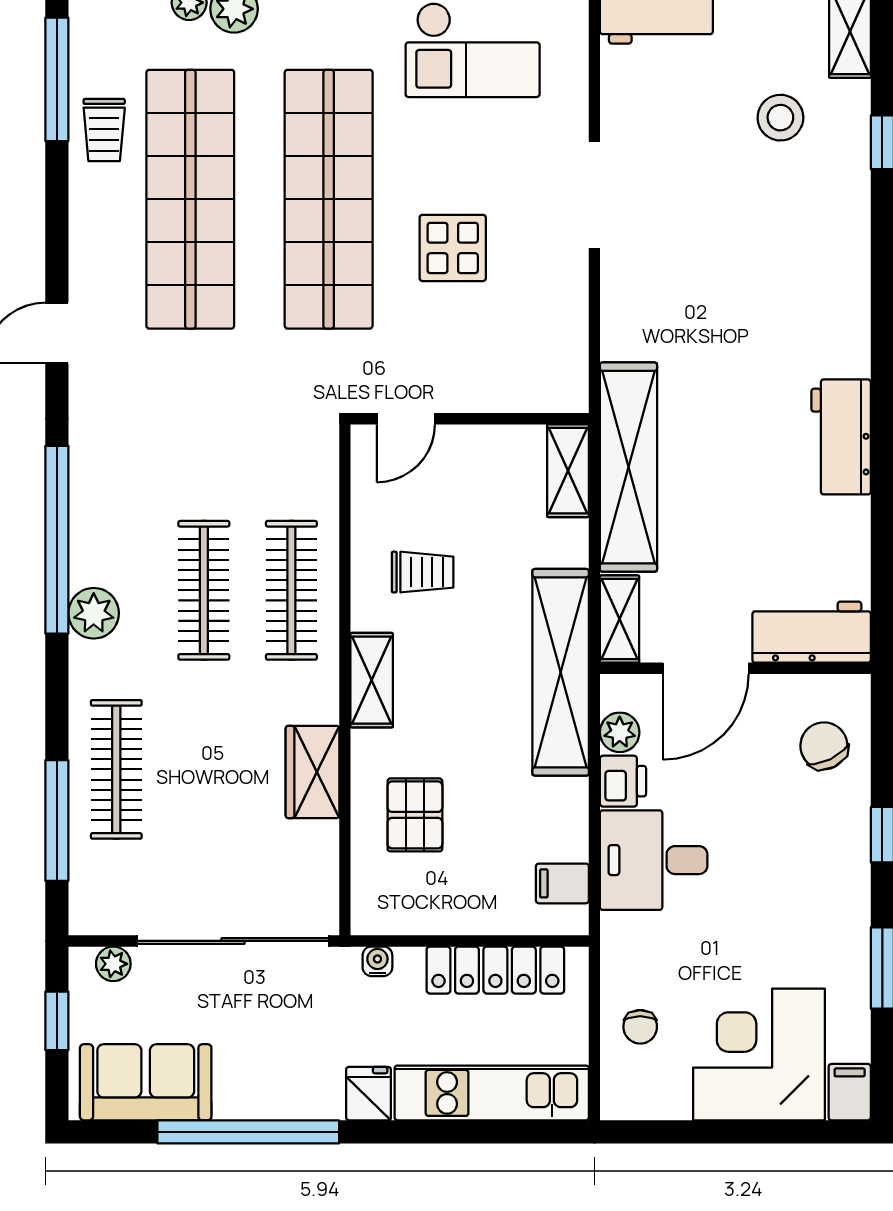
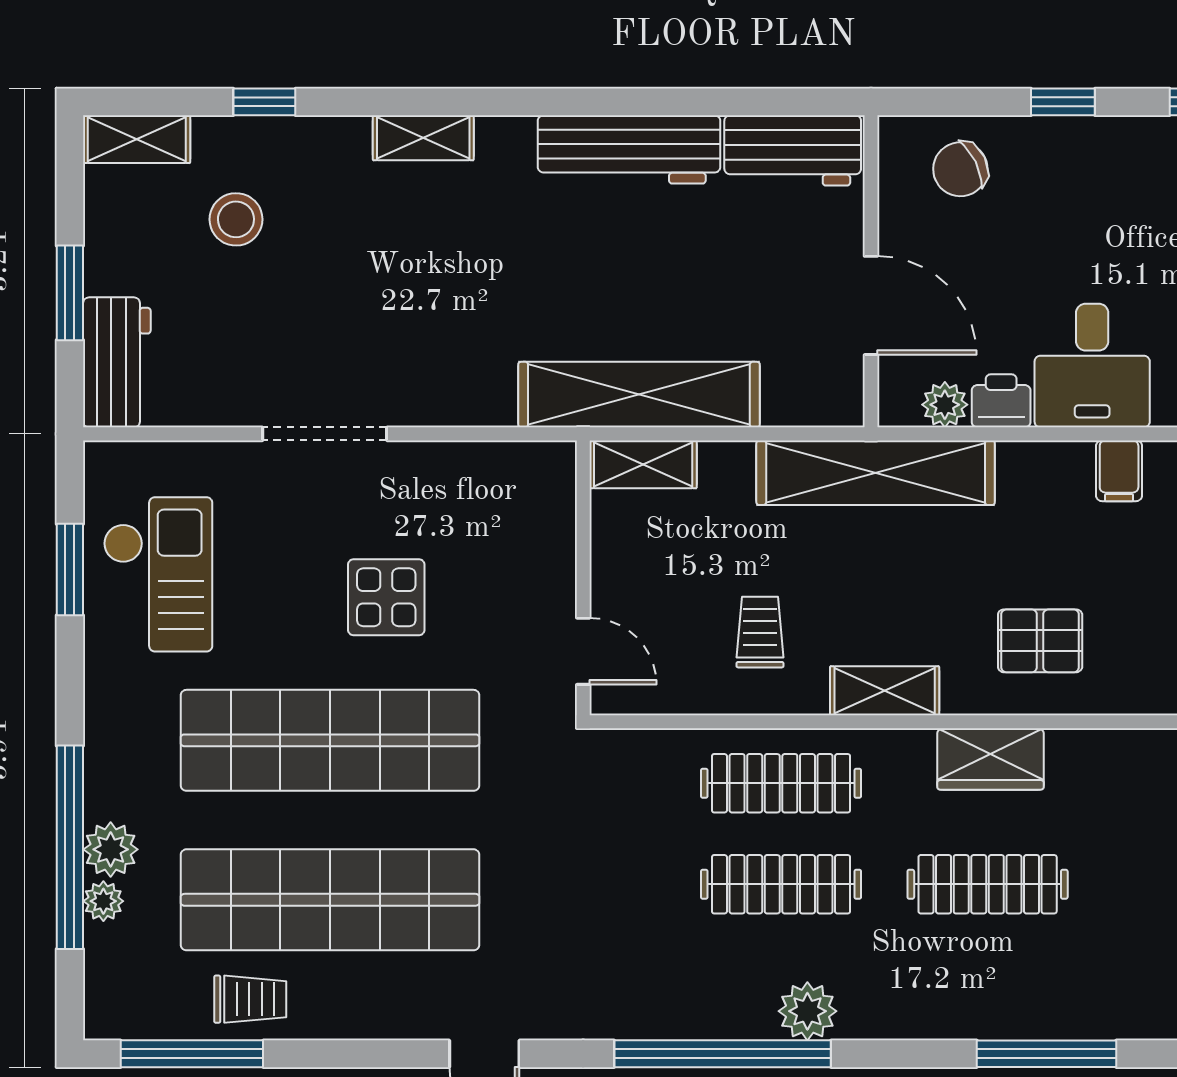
workbench: (841, 437) -> (629, 149), width x1.37
shelving: (620, 619) -> (423, 138), moved
workbench: (812, 632) -> (793, 150), moved, turned -90
clothes rail: (116, 769) -> (988, 884), moved

